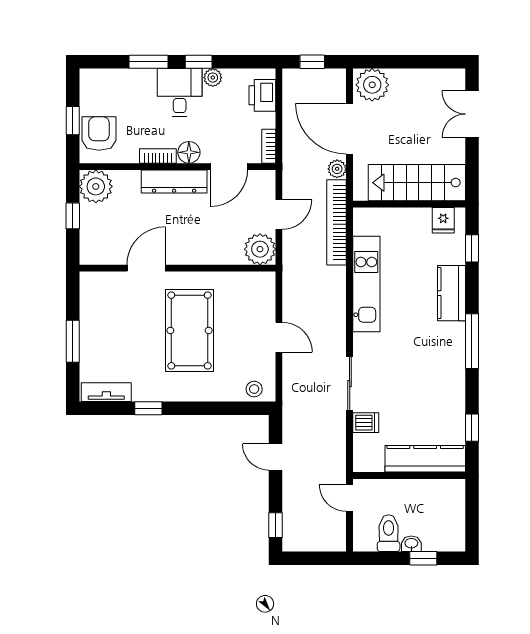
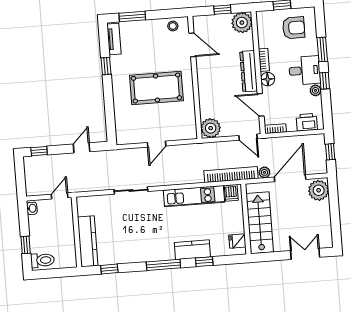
armchair: (99, 134) -> (294, 28), moved
door: (279, 214) -> (248, 137), moved
window: (472, 248) -> (204, 262), moved
door: (146, 268) -> (192, 45), moved
window: (73, 341) -> (132, 16), moved
stool: (254, 389) -> (173, 26), moved
dishwasher: (366, 423) -> (231, 193), moved
toilet: (389, 533) -> (42, 260), moved
washbasin: (411, 544) -> (32, 208), moved

